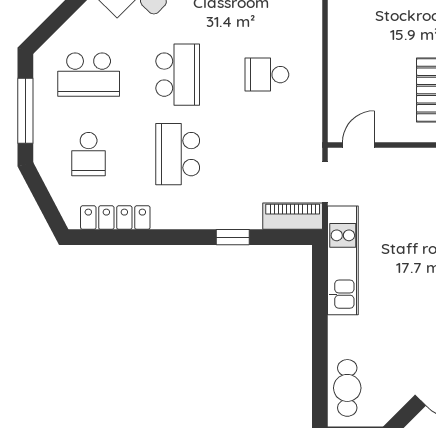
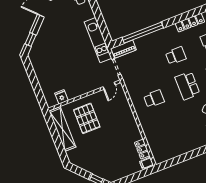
school desk: (178, 154) -> (176, 56), width x0.54
window: (233, 237) -> (143, 33), width x3.17

